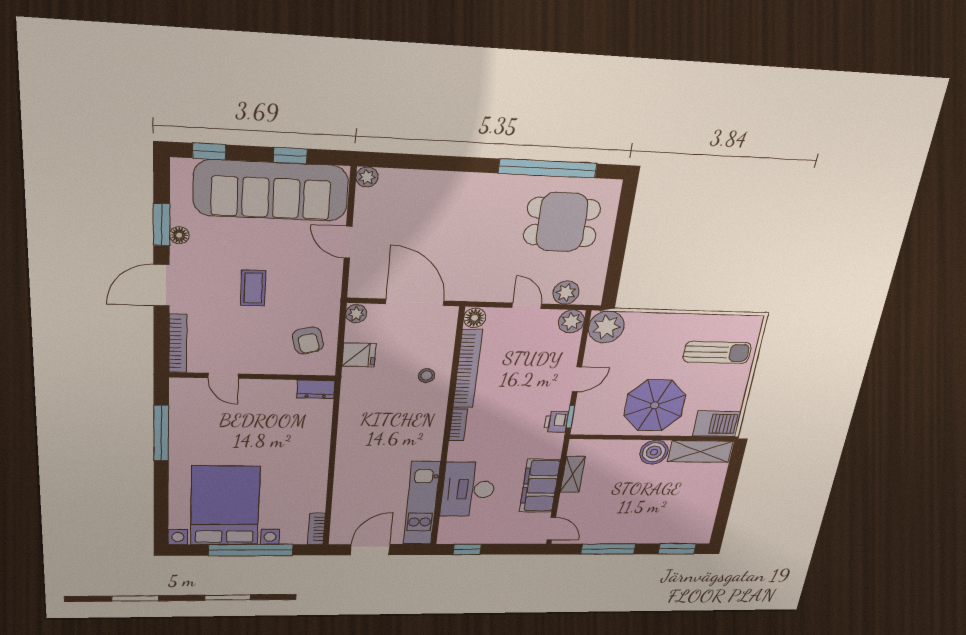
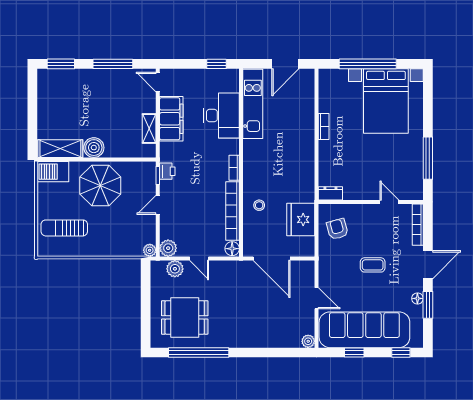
coffee table: (253, 288) -> (373, 265), turned 90
plant: (356, 314) -> (308, 249), removed
plant: (606, 327) -> (150, 250), width x0.53, depth x0.53
fridge: (359, 355) -> (301, 220), width x1.88, depth x1.34
bookcase: (316, 529) -> (324, 127), moved

